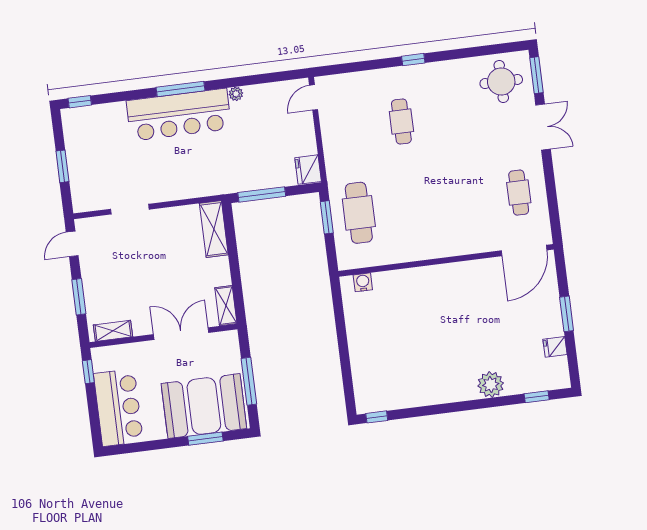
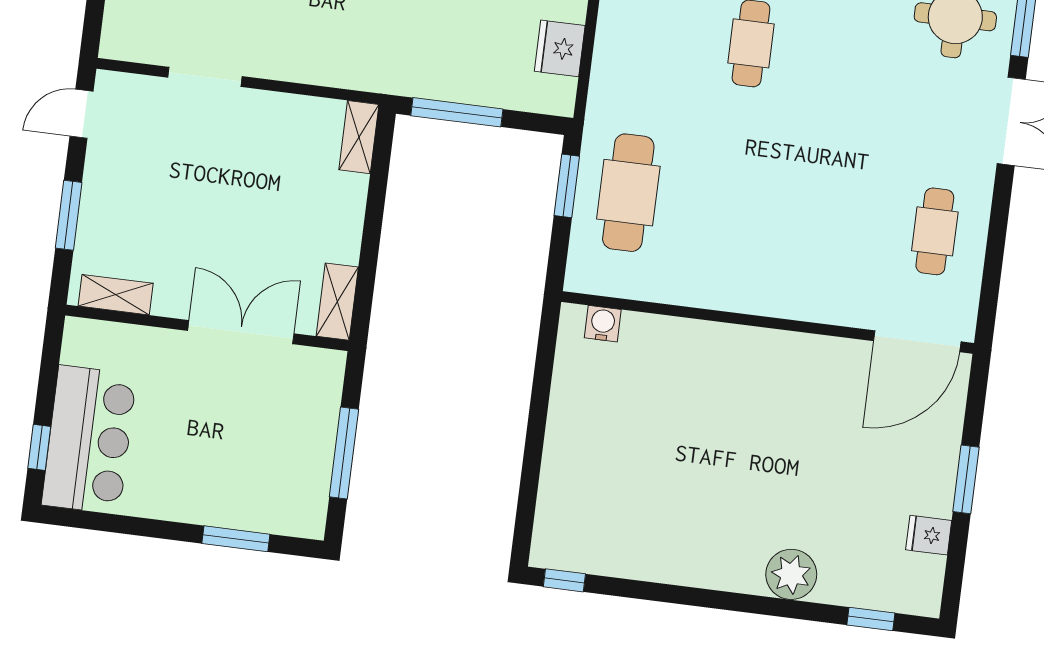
fridge: (308, 170) -> (560, 48), moved
shelving: (214, 229) -> (359, 137), width x0.67, depth x0.75
window: (88, 372) -> (39, 447), moved
booth: (204, 406) -> (249, 478), removed

